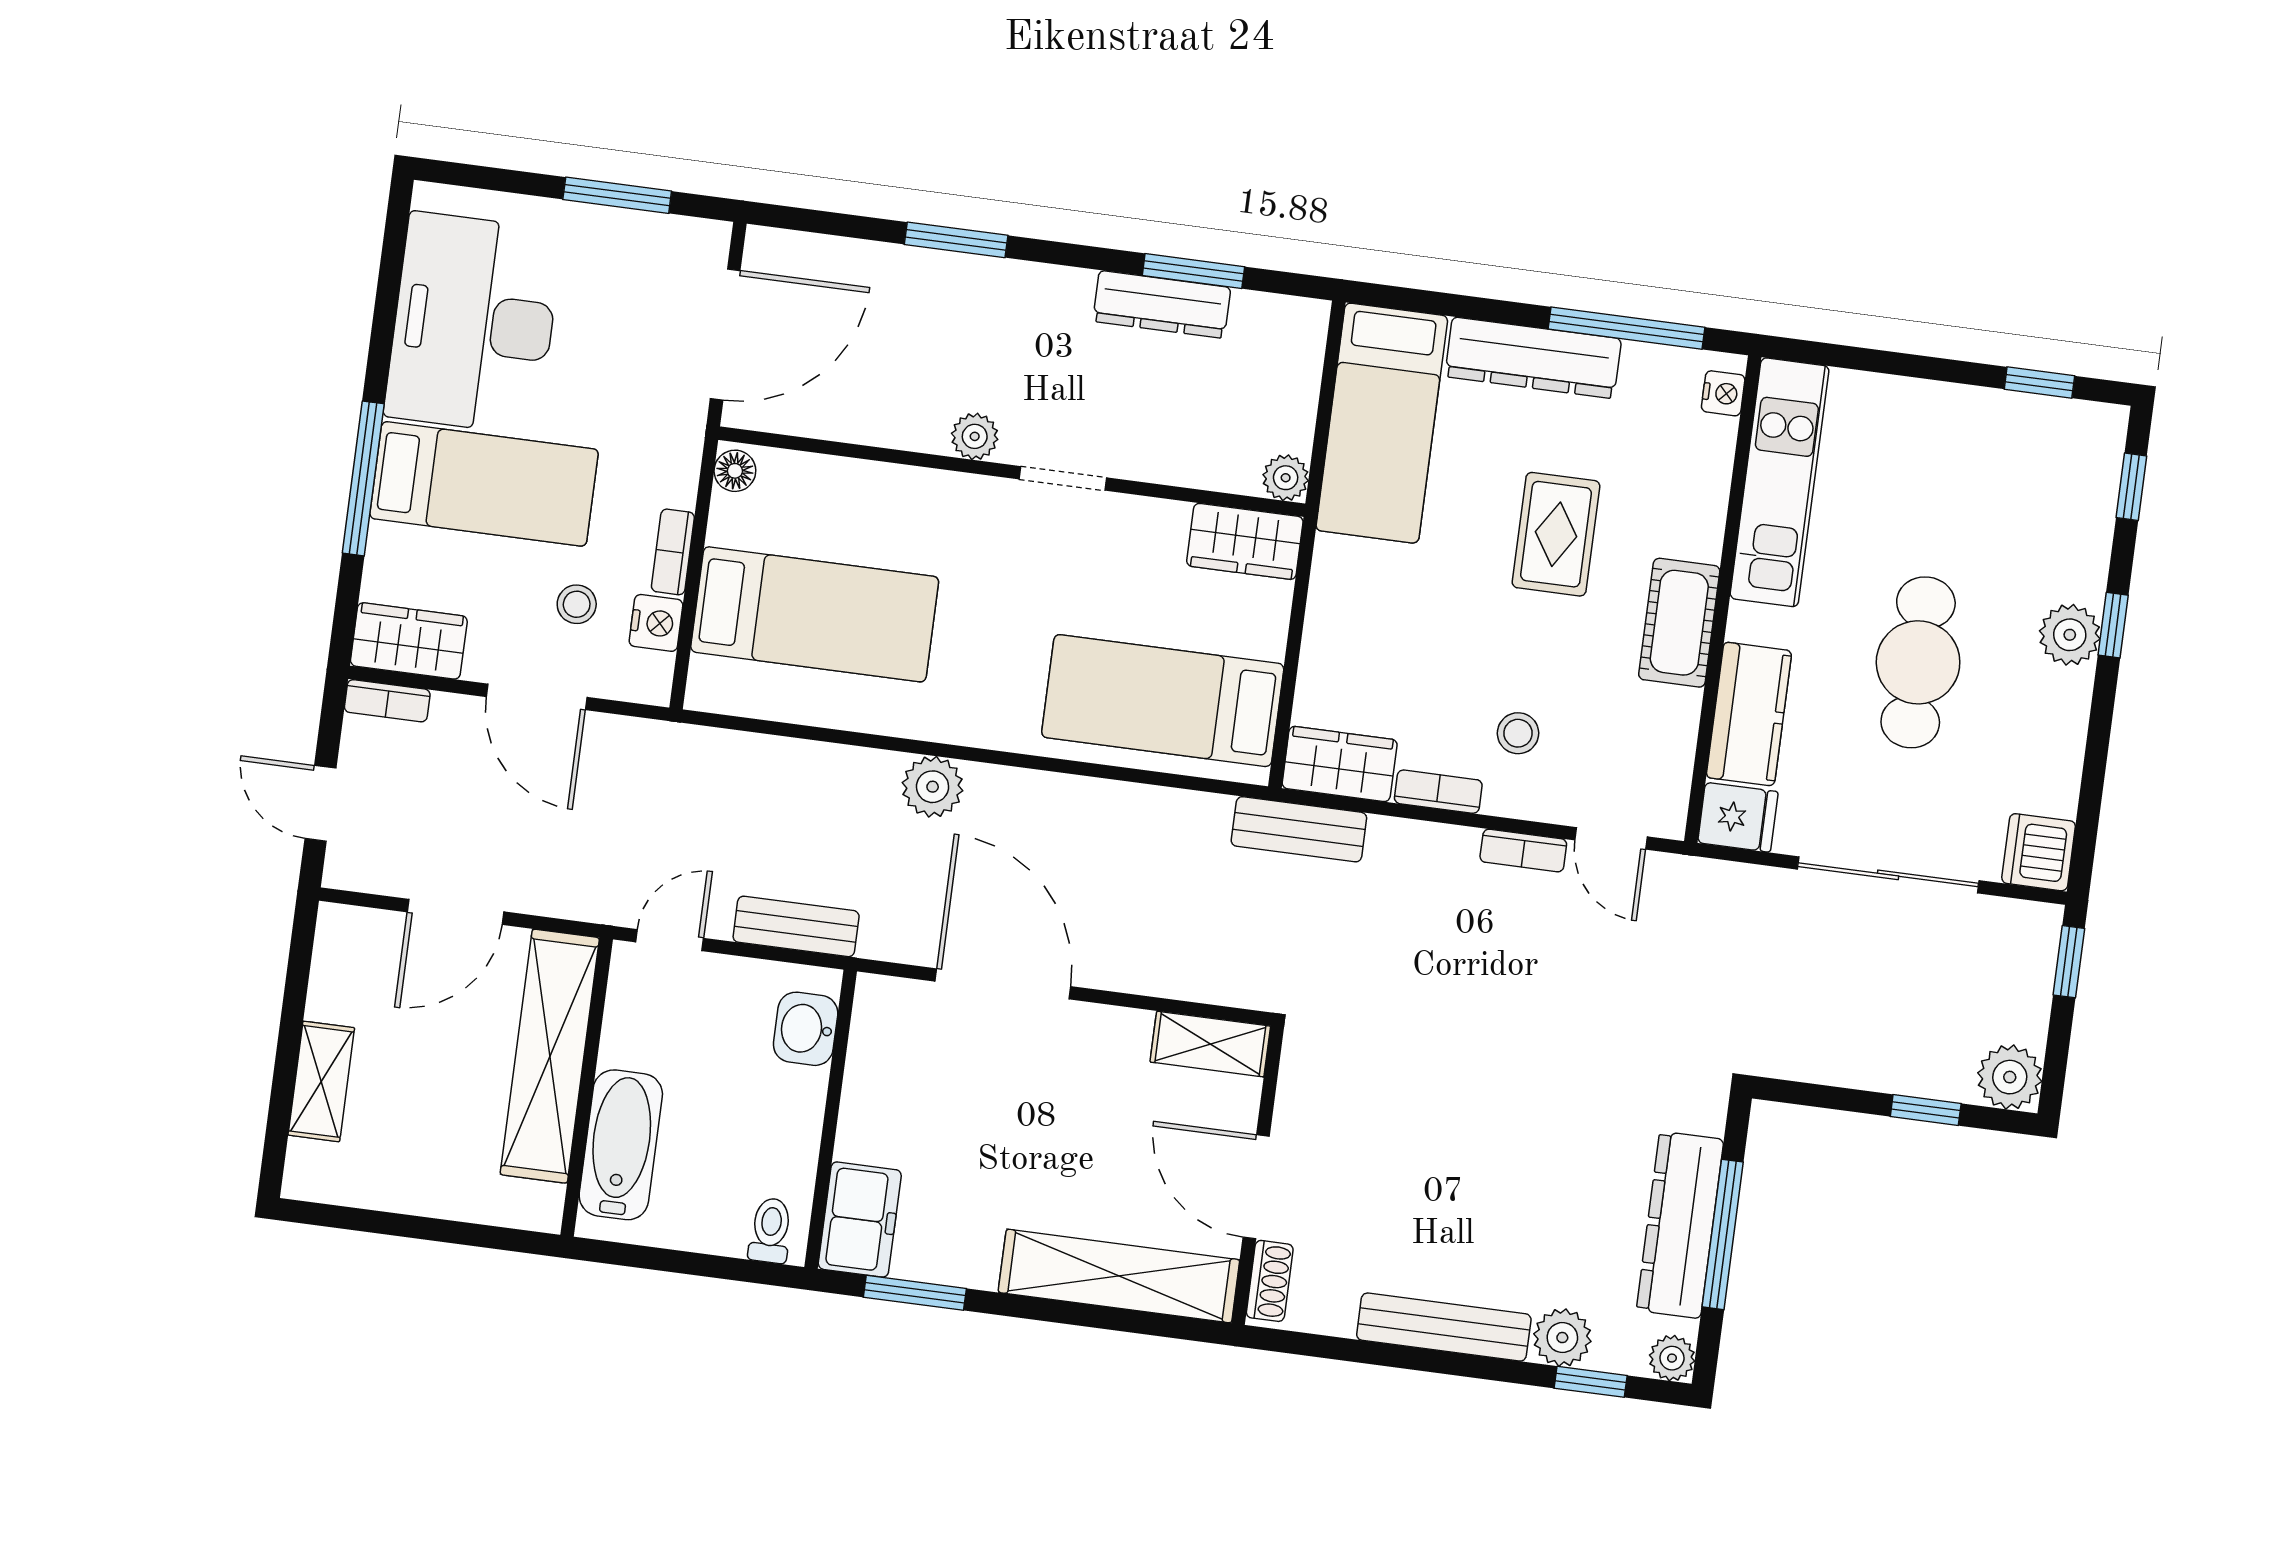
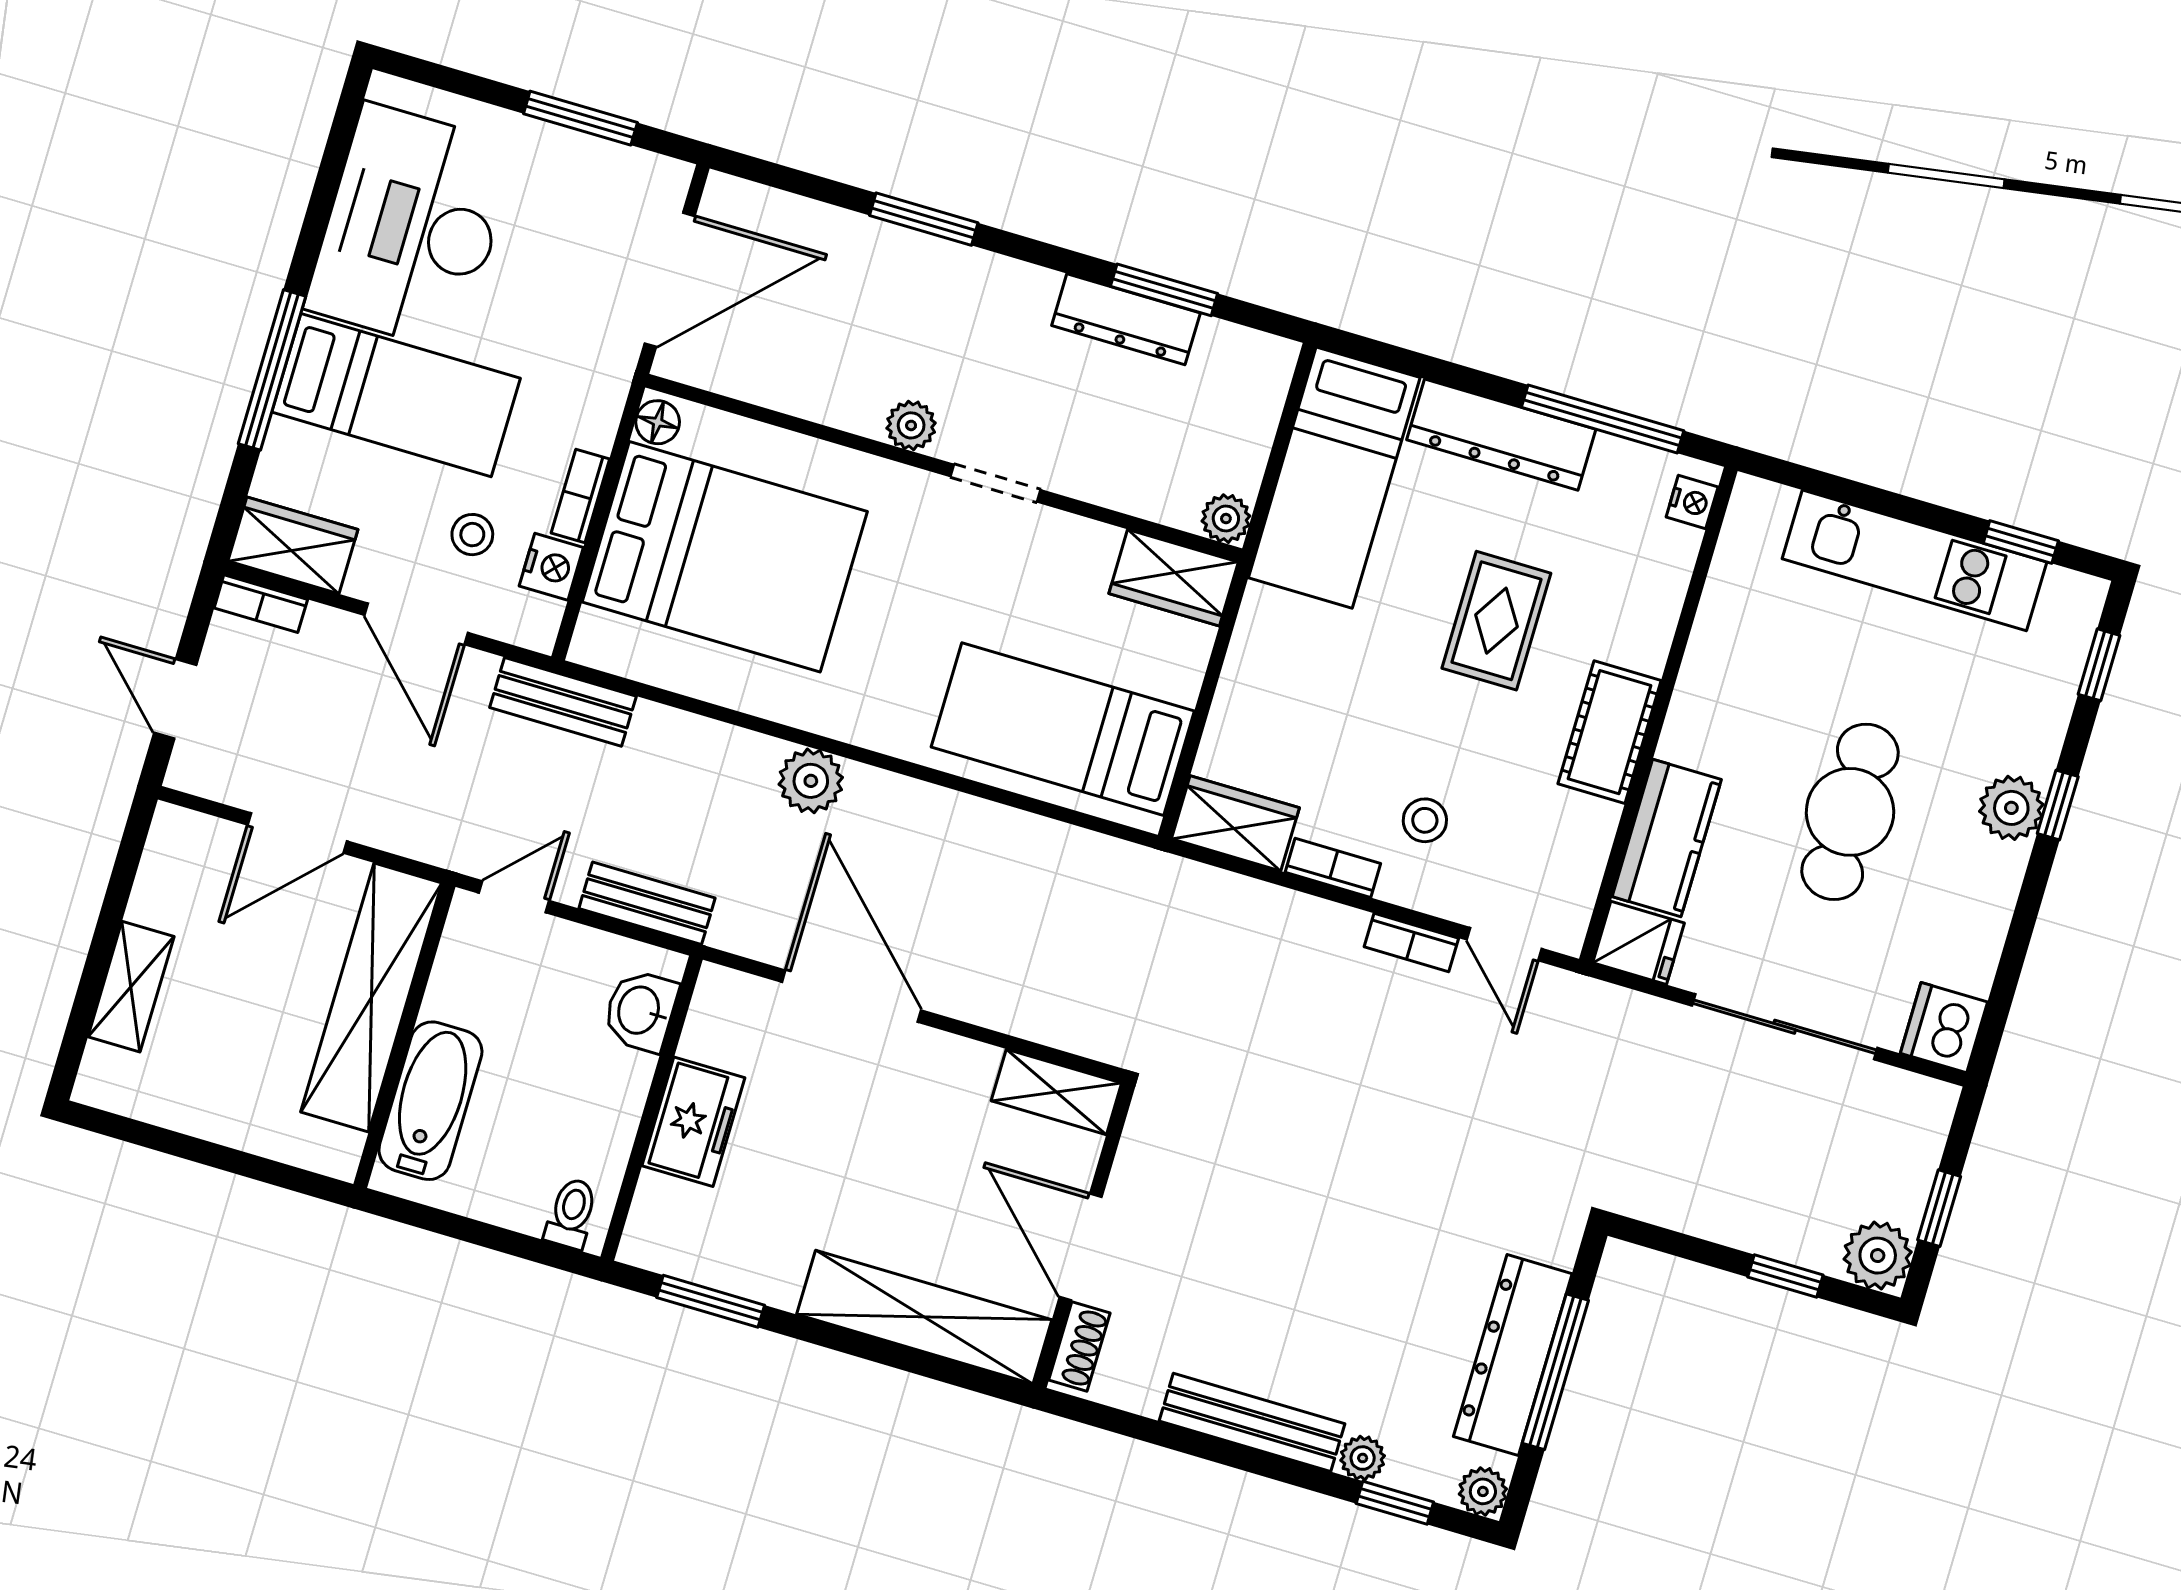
kitchen unit: (1780, 482) -> (1914, 560), moved, turned 90
bed: (815, 614) -> (725, 557), width x1.50
bench: (1299, 829) -> (563, 702), moved
window: (2069, 962) -> (1939, 1208), moved
freezer: (860, 1220) -> (693, 1122), moved
plant: (1562, 1338) -> (1363, 1458), width x0.73, depth x0.73

